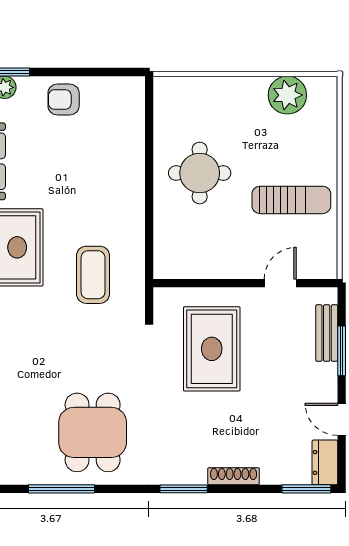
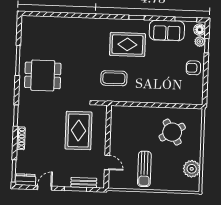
armchair: (64, 100) -> (193, 68), turned -90
round table: (200, 173) -> (172, 132), moved, turned -31
rug: (212, 349) -> (79, 131), turned 90

